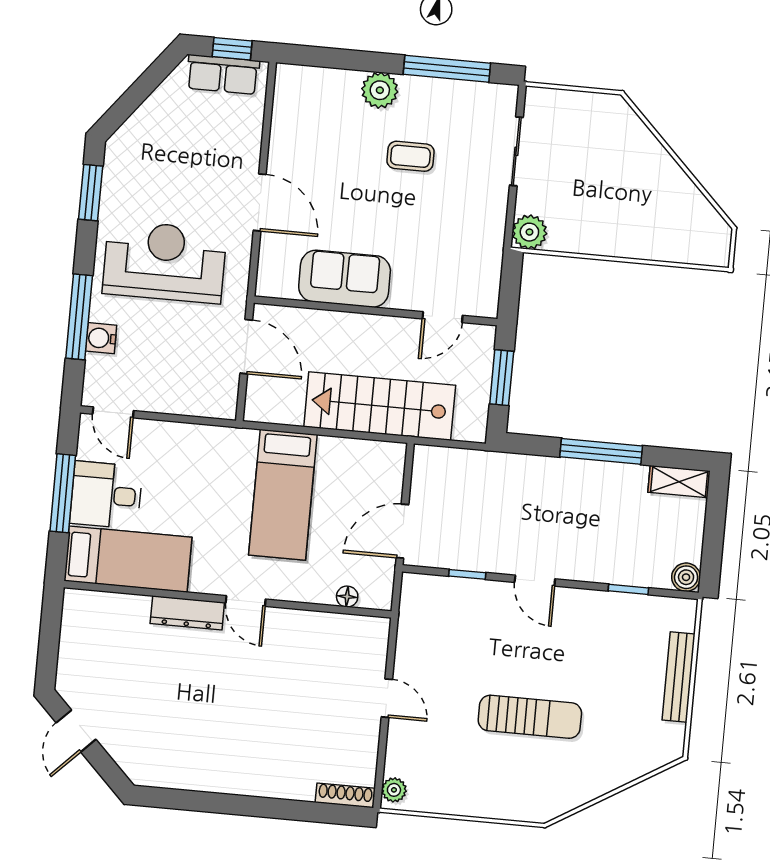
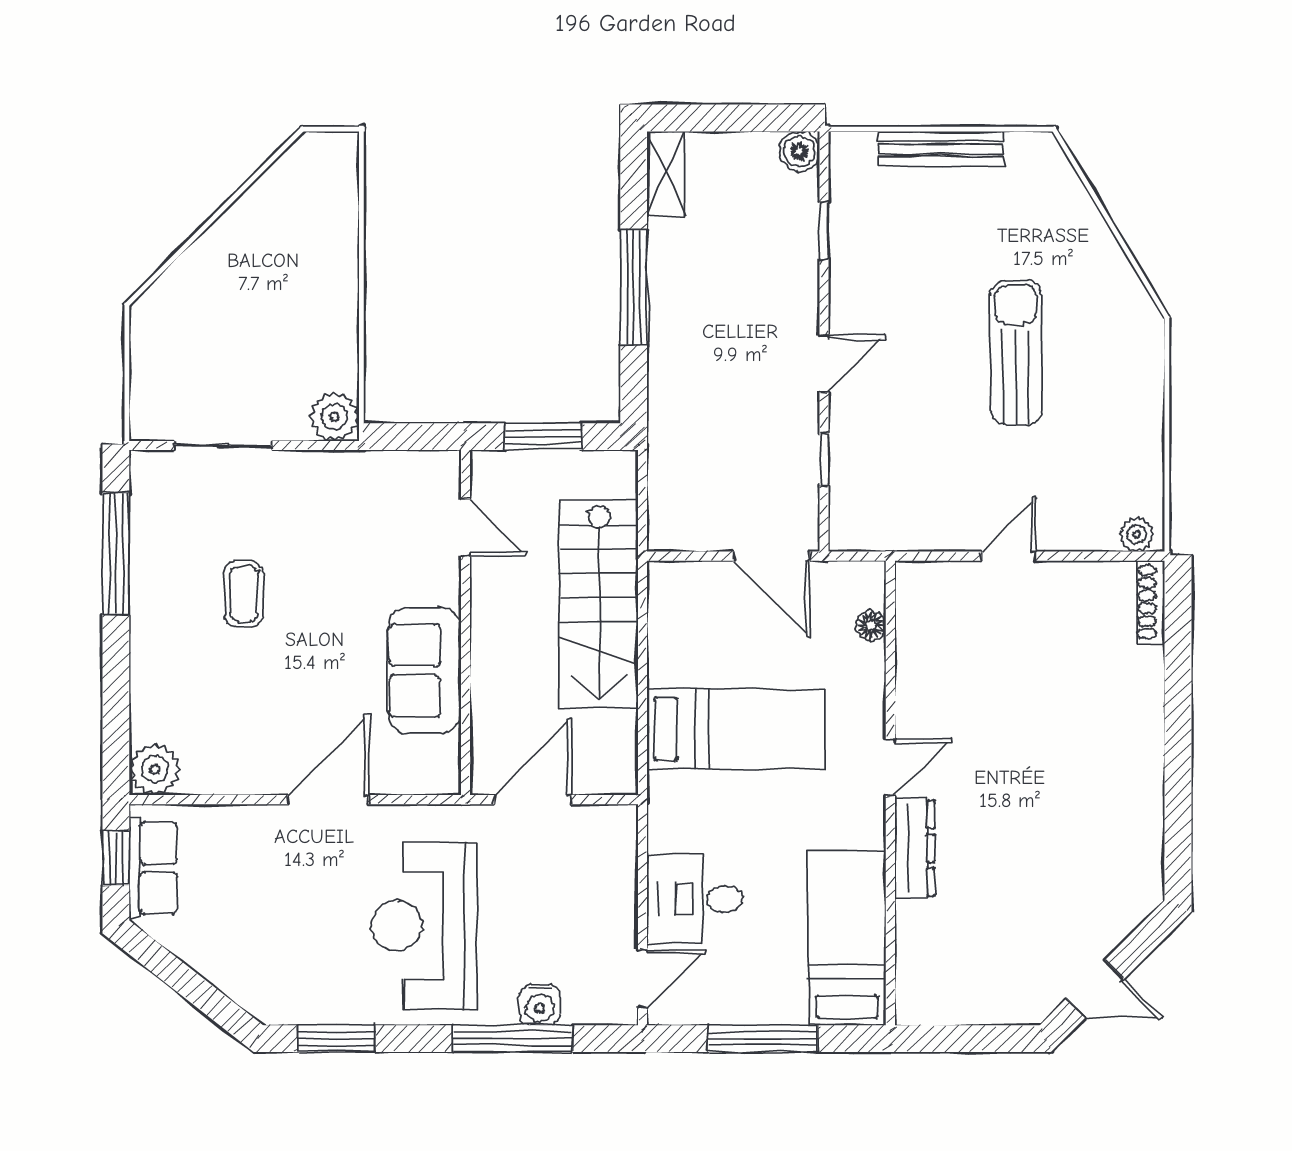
plant: (380, 90) -> (155, 769), moved
desk: (106, 495) -> (695, 899), moved, turned 90

